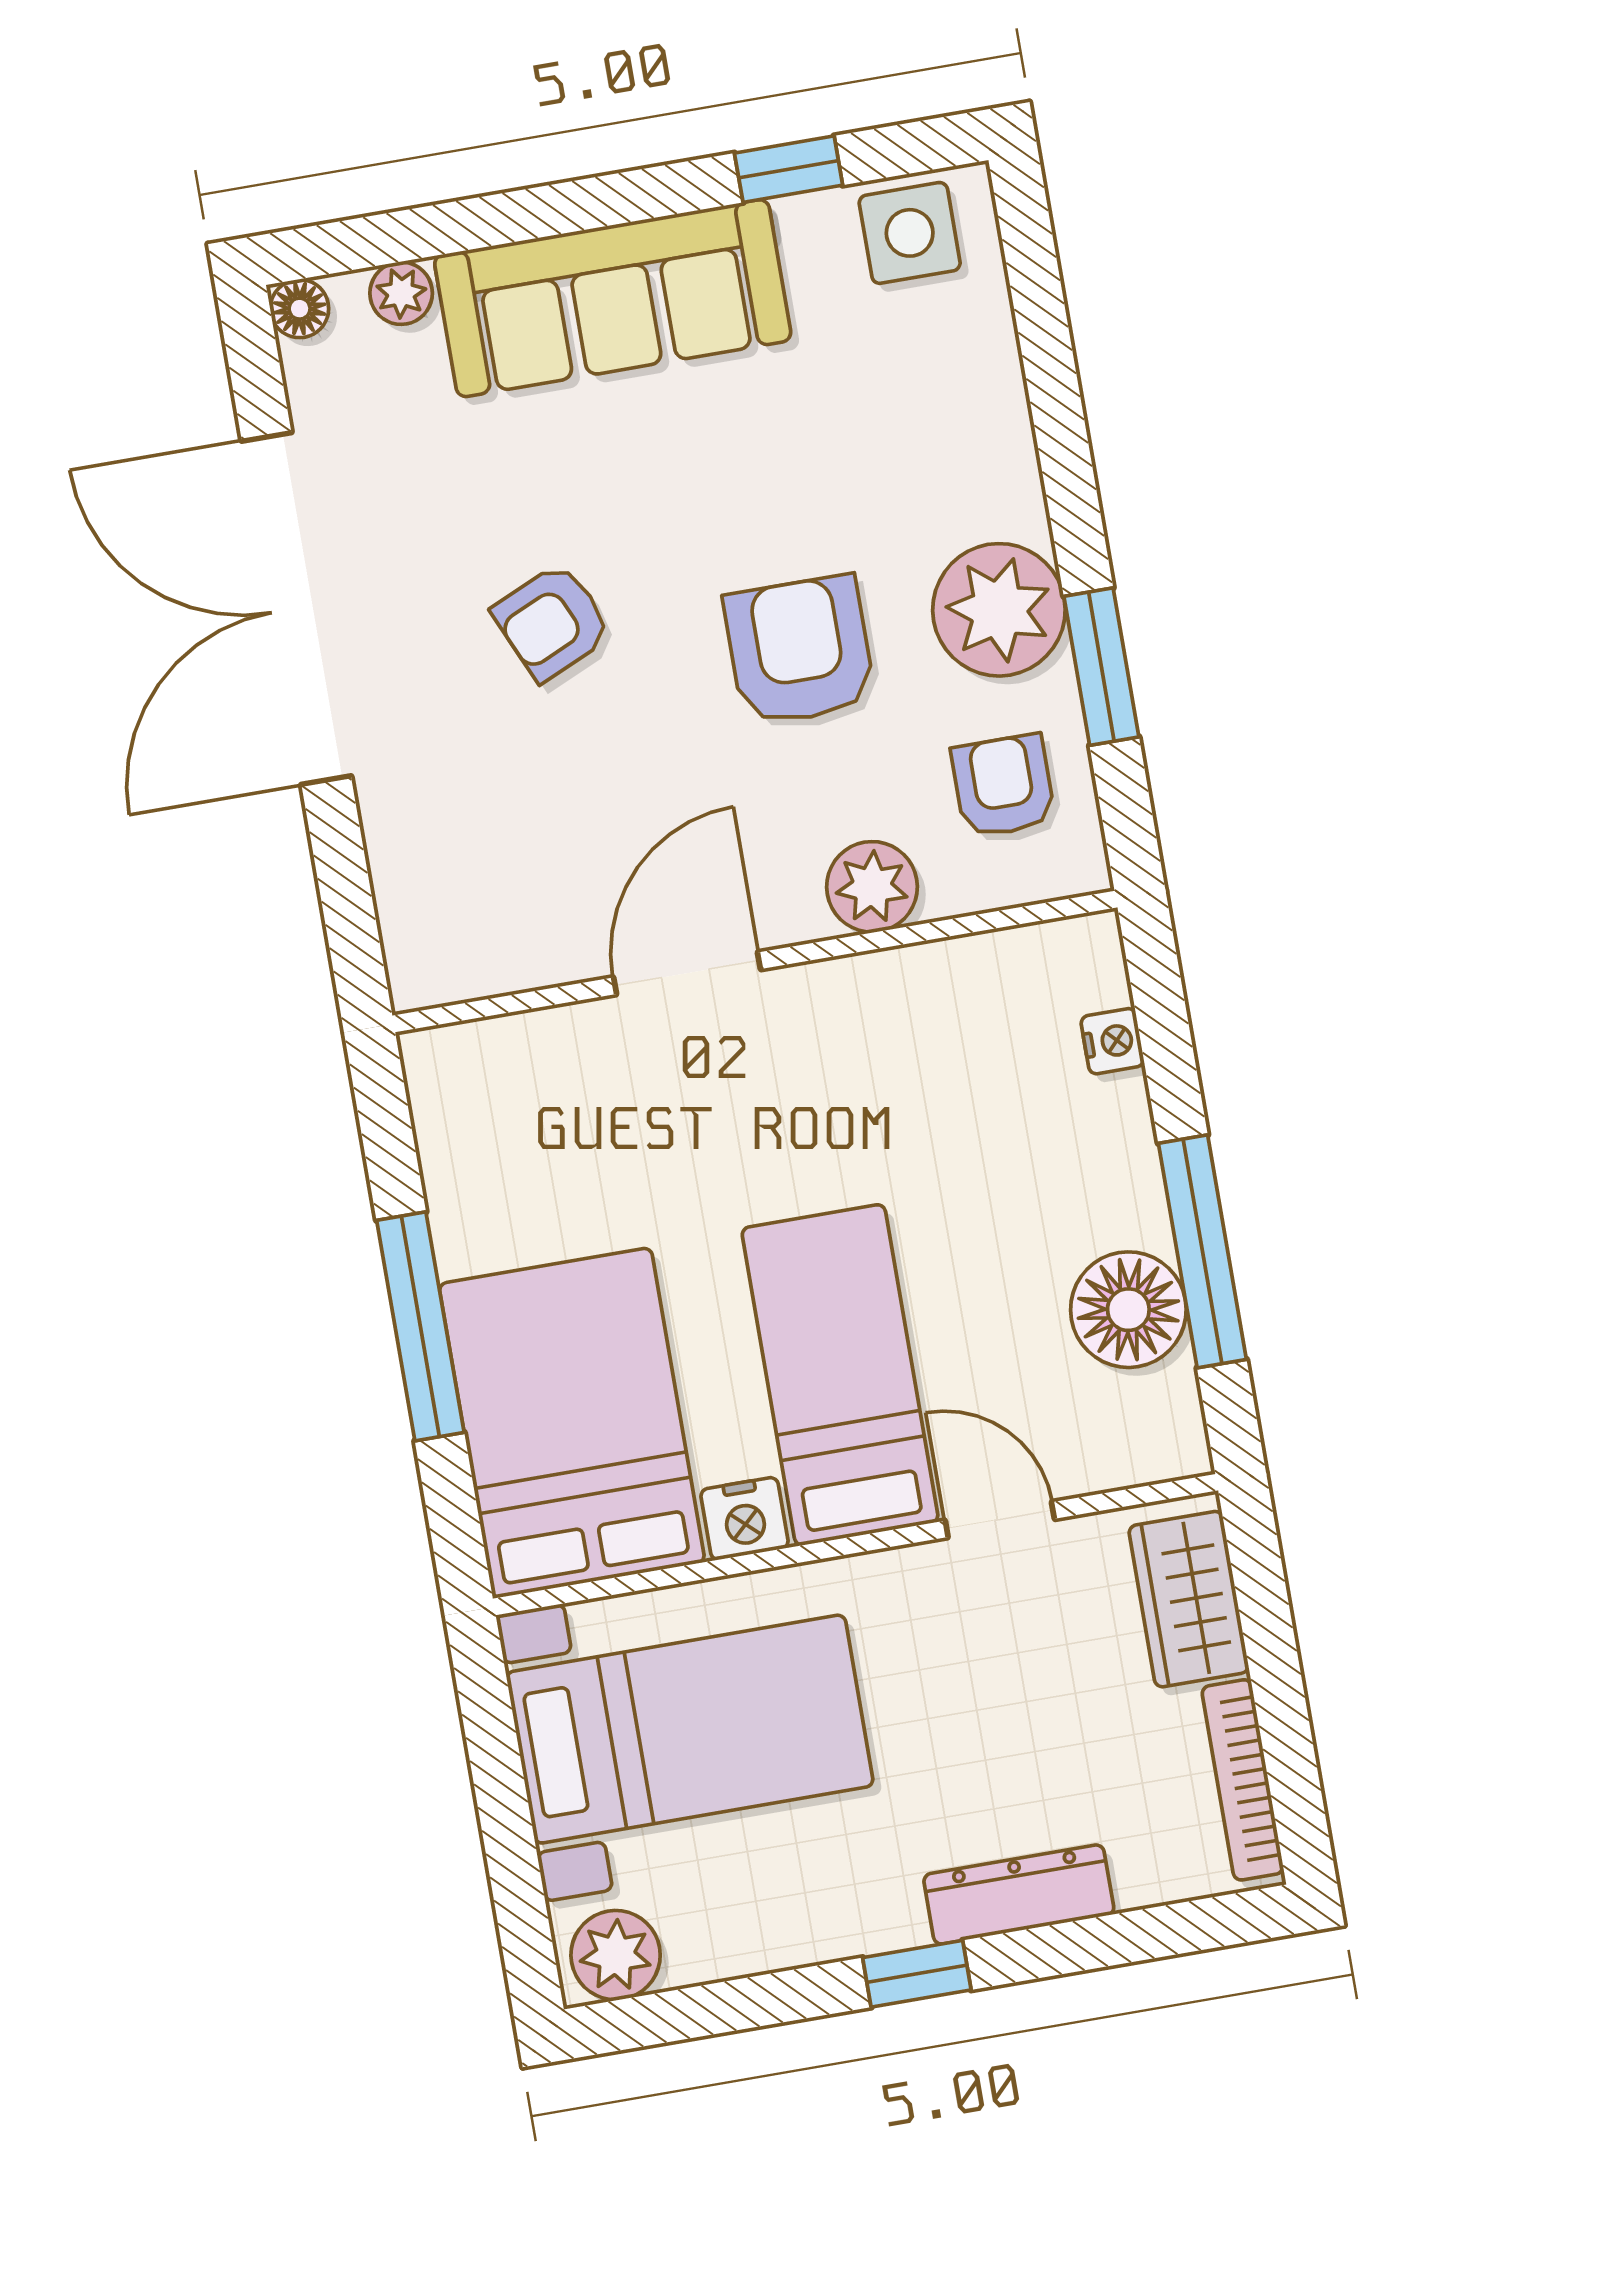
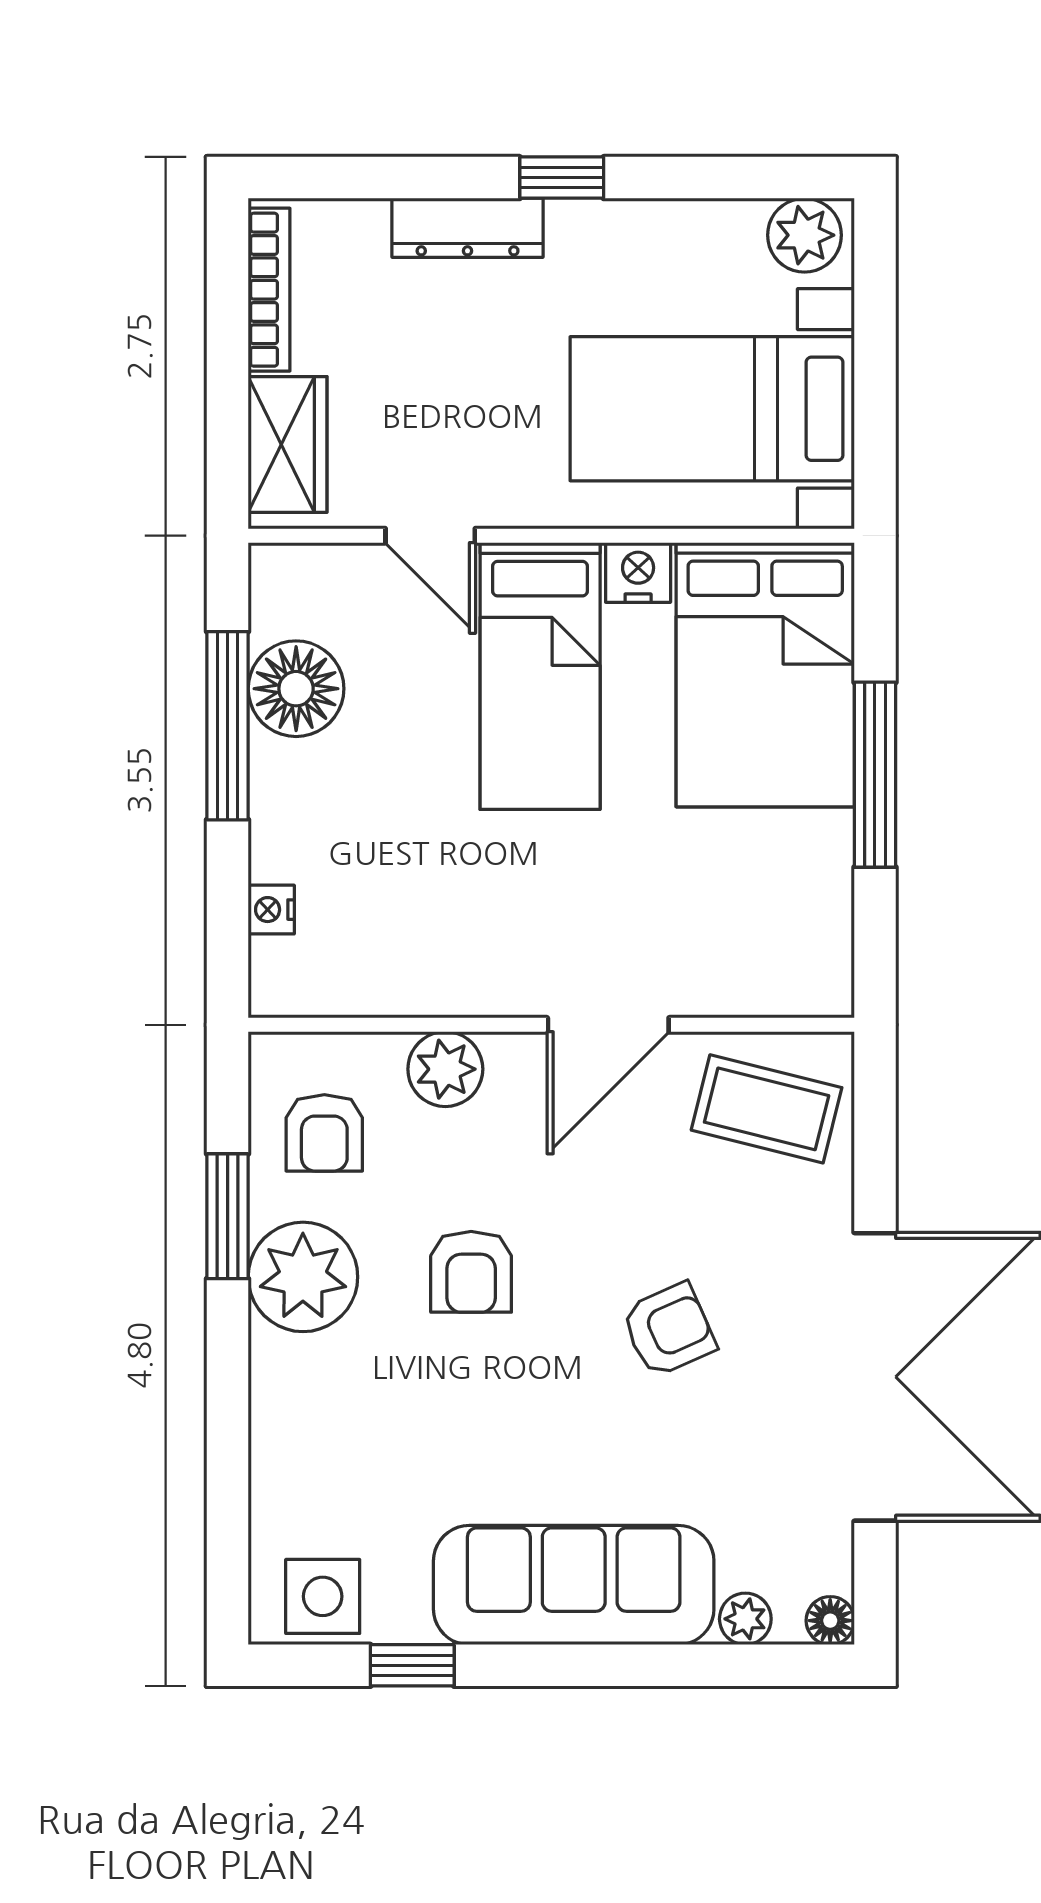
armchair: (800, 650) -> (471, 1272), width x0.72, depth x0.72
coffee table: (481, 906) -> (767, 1109), added

